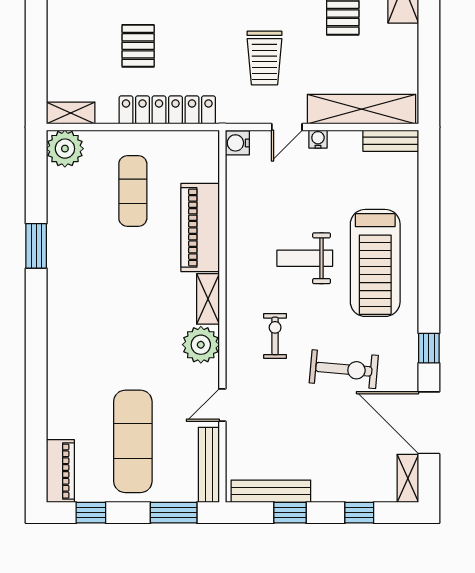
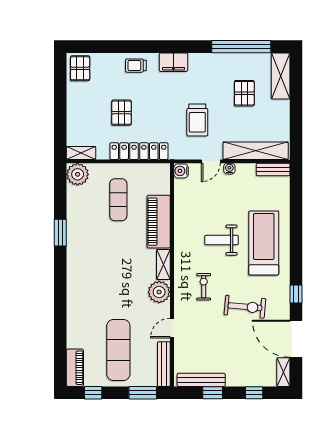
treadmill: (375, 263) -> (264, 243), turned 180

